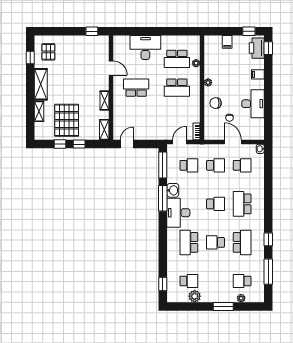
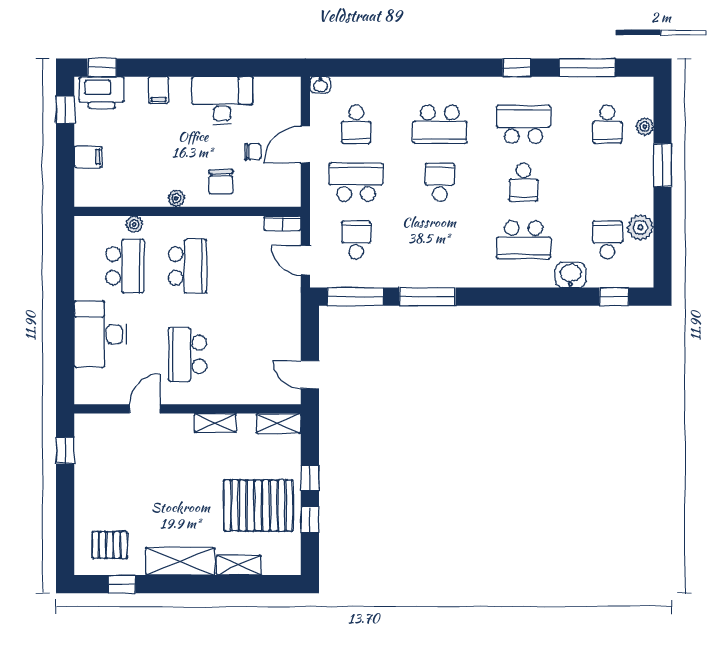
school desk: (215, 165) -> (356, 182), width x1.85
school desk: (242, 165) -> (356, 124), turned 180
washbasin: (173, 190) -> (571, 275), moved
desk: (178, 213) -> (459, 263), removed

